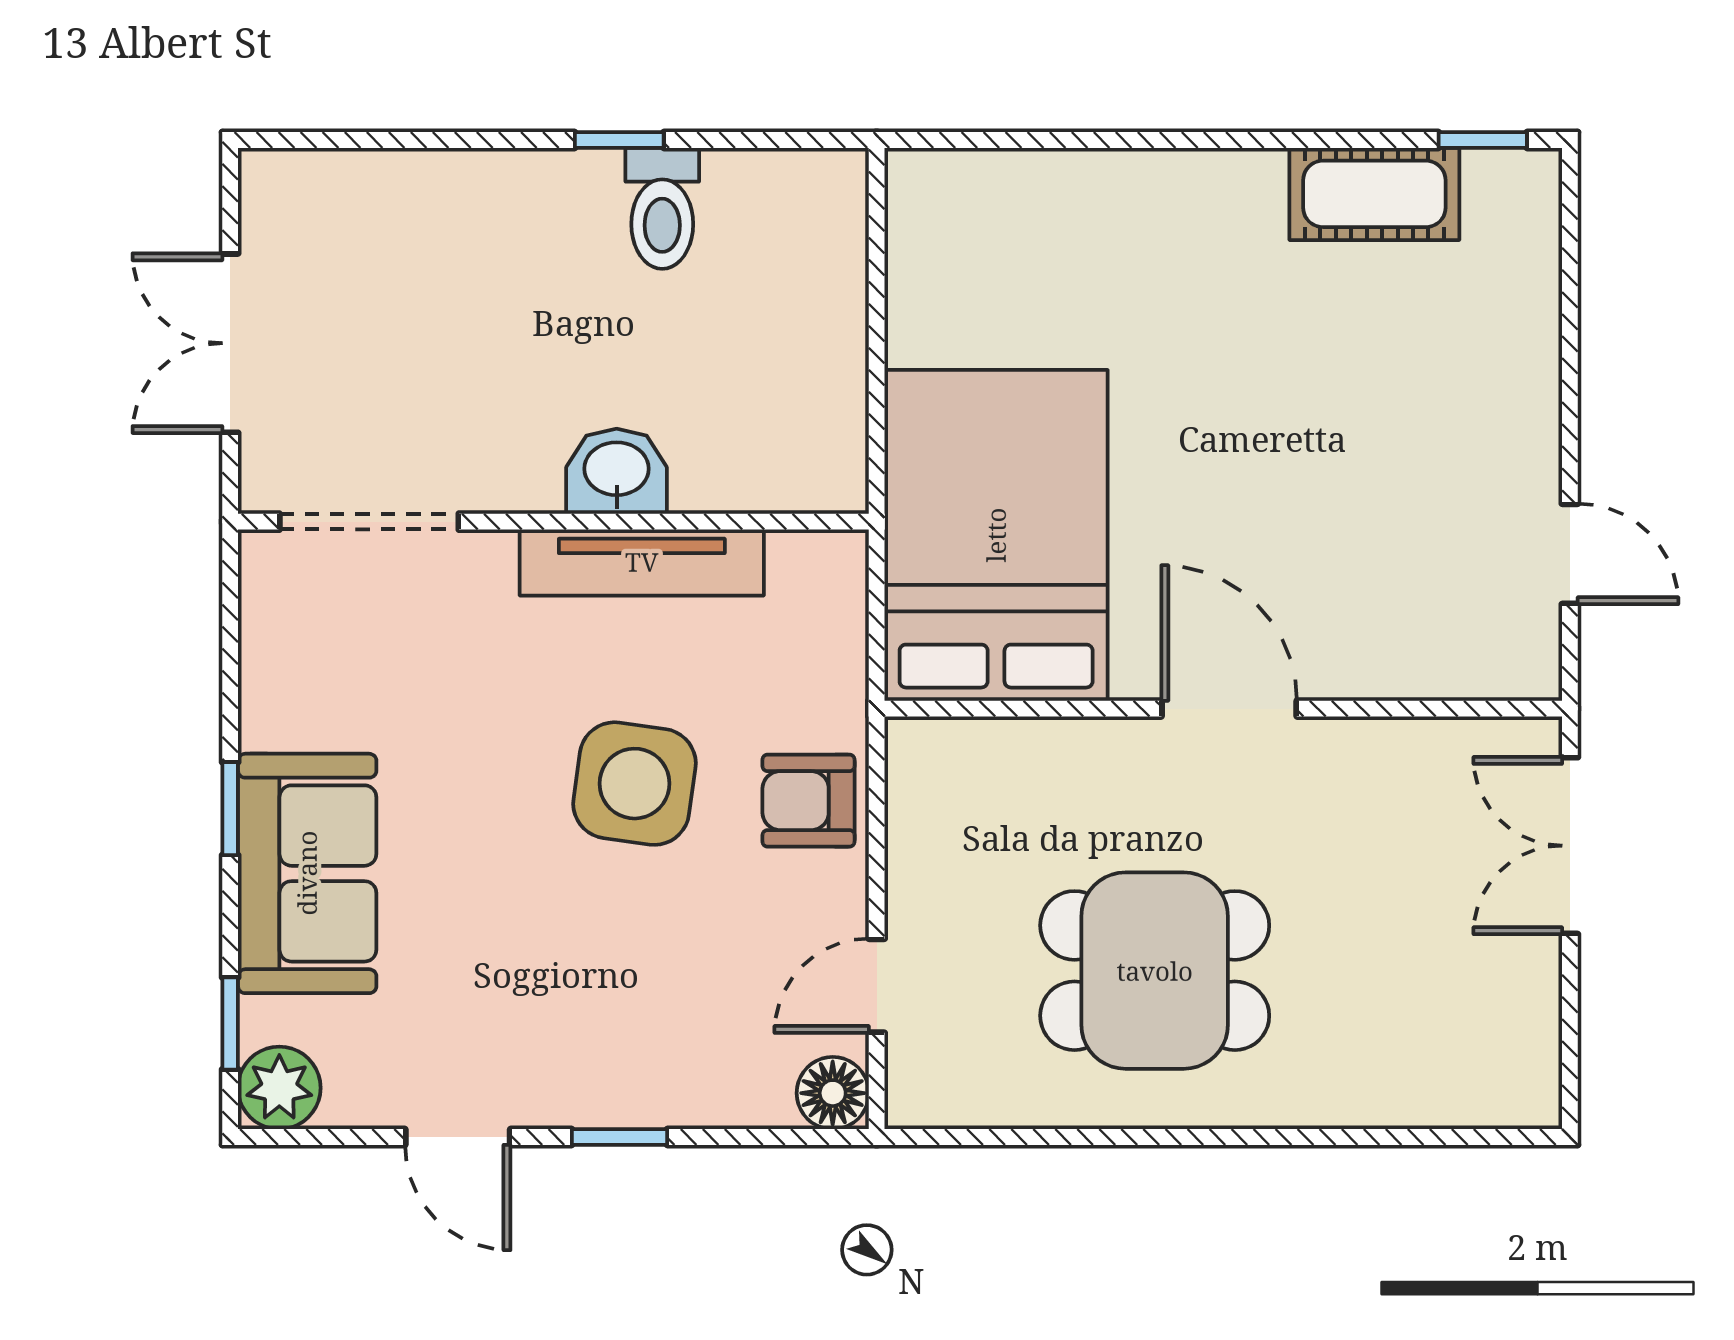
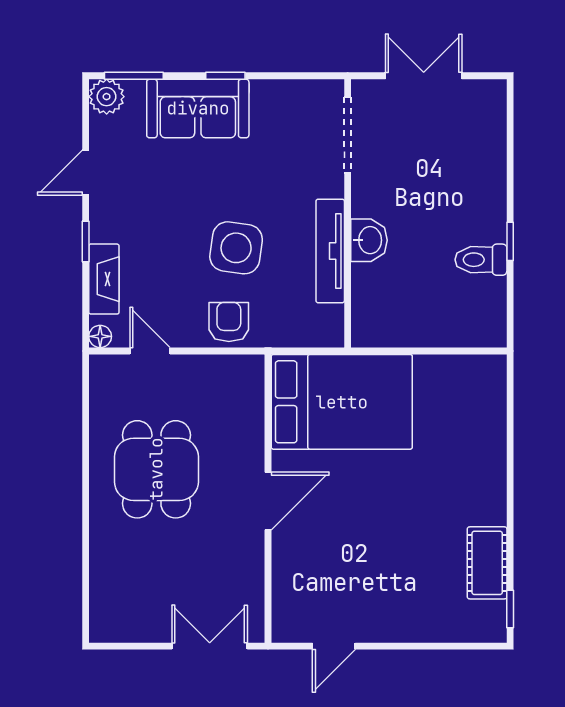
window: (230, 1023) -> (134, 76), width x1.50
floor lamp: (833, 1093) -> (100, 336), width x0.73, depth x0.73
fireplace: (708, 1094) -> (104, 279), added

